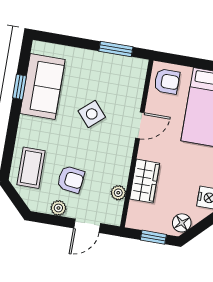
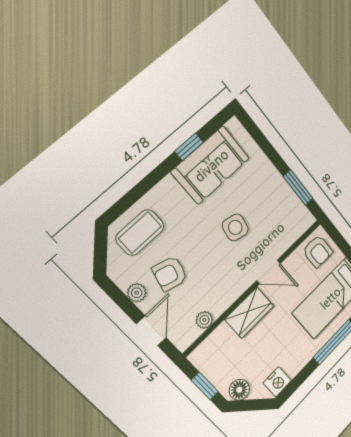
side table: (92, 114) -> (235, 227), turned -38
armchair: (71, 179) -> (170, 274), turned 98
wardrobe: (145, 181) -> (249, 313), moved
door: (87, 226) -> (151, 331), swing flipped

